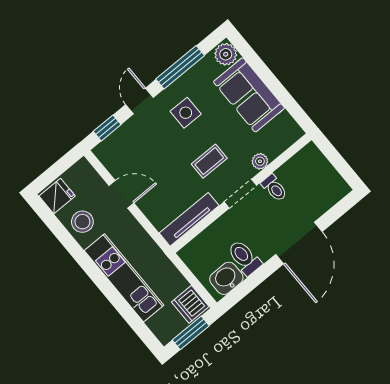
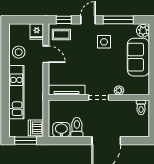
coffee table: (209, 161) -> (61, 35), moved
toilet: (274, 188) -> (141, 107), moved
fridge: (57, 196) -> (37, 32), moved, turned 90

